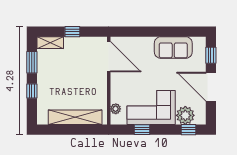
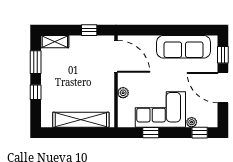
window: (72, 32) -> (89, 30), moved
sofa: (173, 48) -> (184, 47), width x1.36
plant: (116, 109) -> (123, 93), moved
plant: (185, 115) -> (192, 122), width x0.53, depth x0.53

